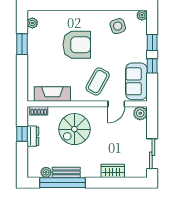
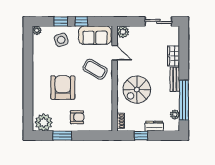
plant: (32, 23) -> (44, 122), width x1.88, depth x1.88
side table: (118, 26) -> (61, 40), moved
armchair: (43, 61) -> (77, 117), added
fireplace: (52, 94) -> (106, 109), removed
spiral stairs: (74, 129) -> (137, 90), turned 90
dresser: (33, 136) -> (154, 126), moved
bench: (66, 172) -> (175, 79), moved

